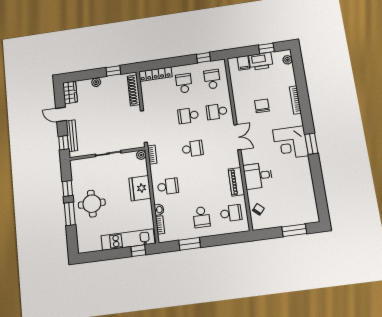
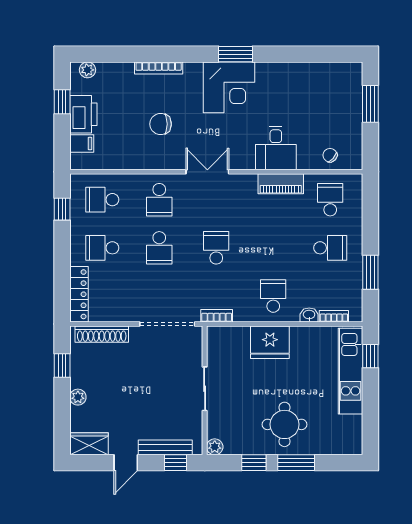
plant: (141, 155) -> (215, 447), moved

